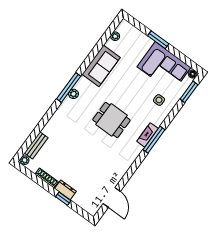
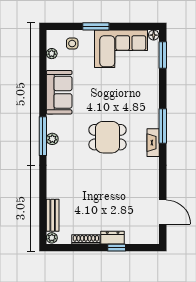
side table: (159, 100) -> (72, 44), moved
fireplace: (148, 135) -> (153, 143), moved

